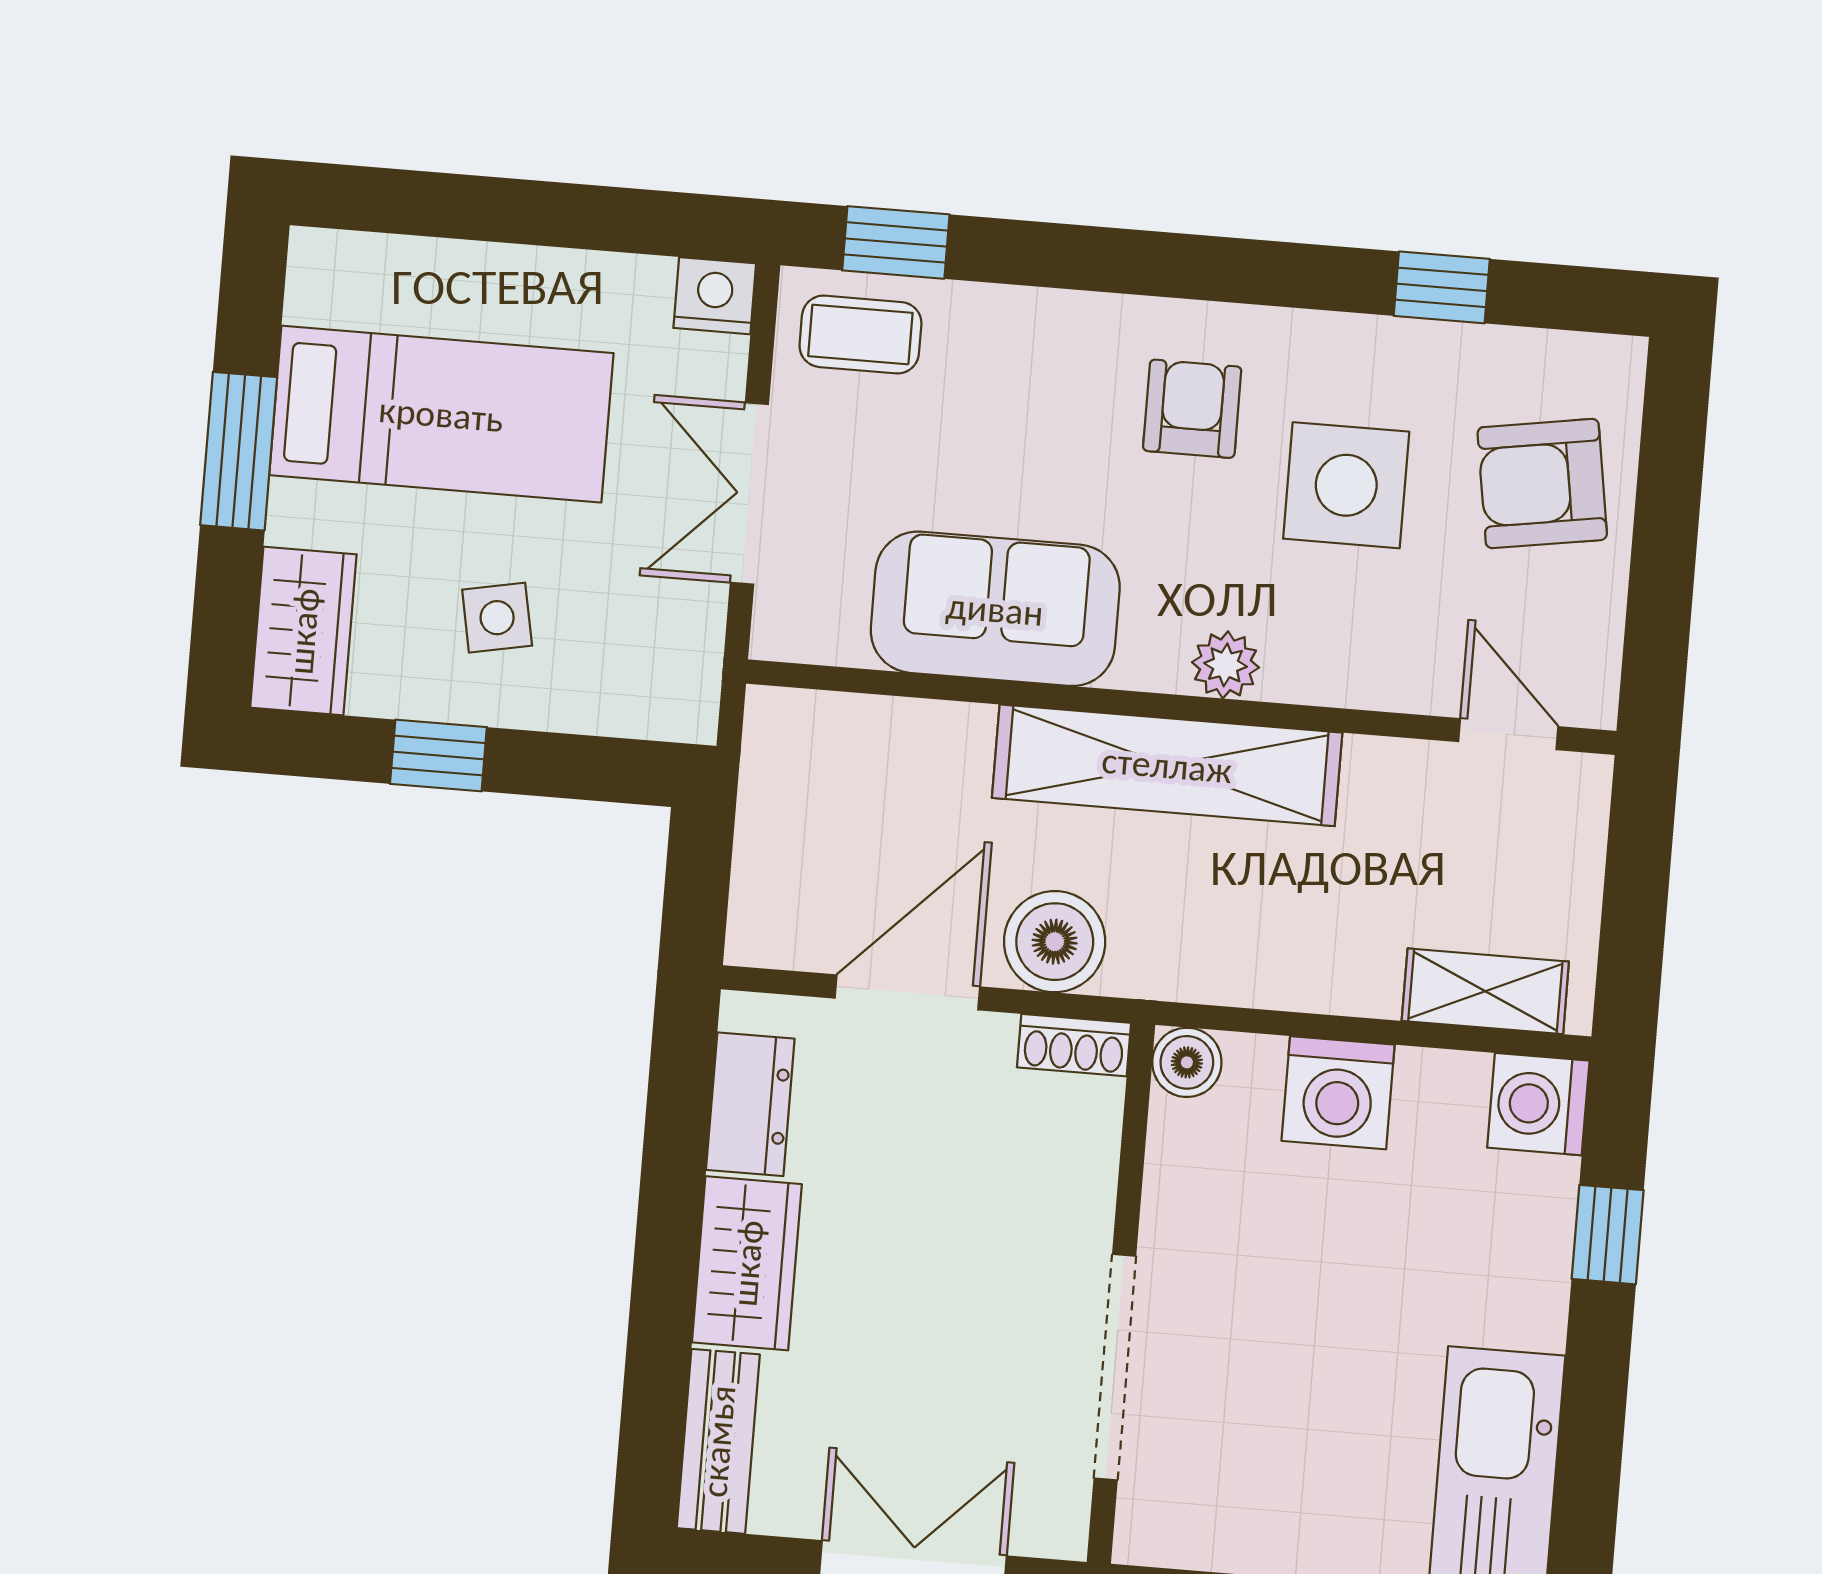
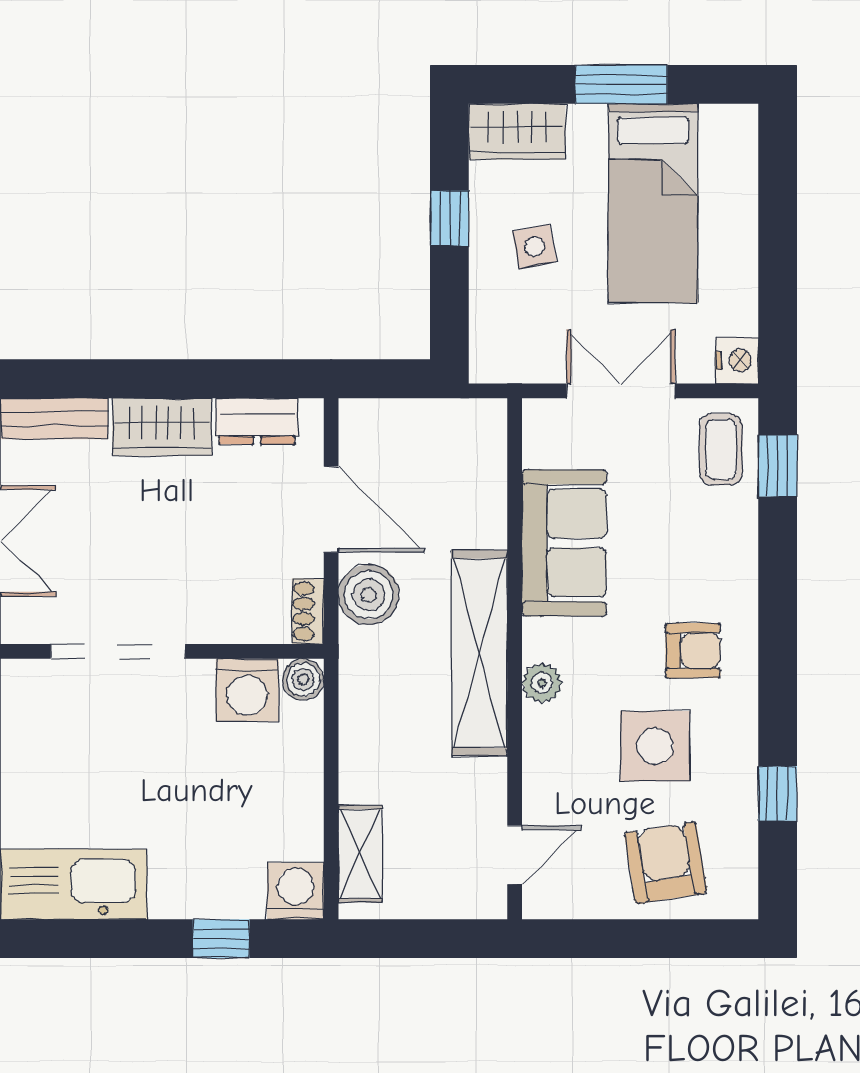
washing machine: (1338, 1093) -> (247, 690), moved, turned -90

